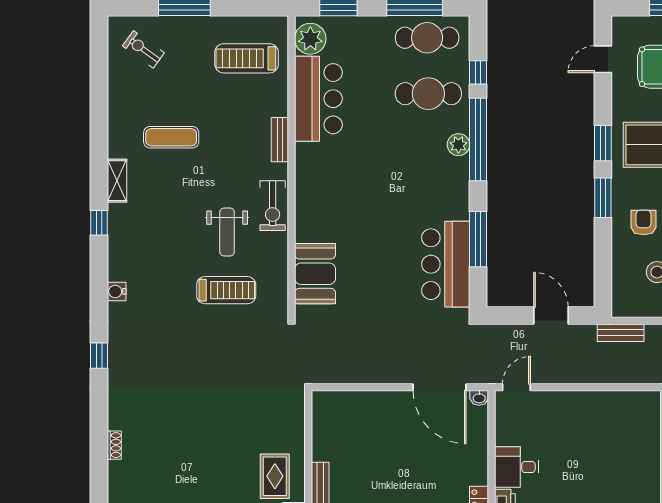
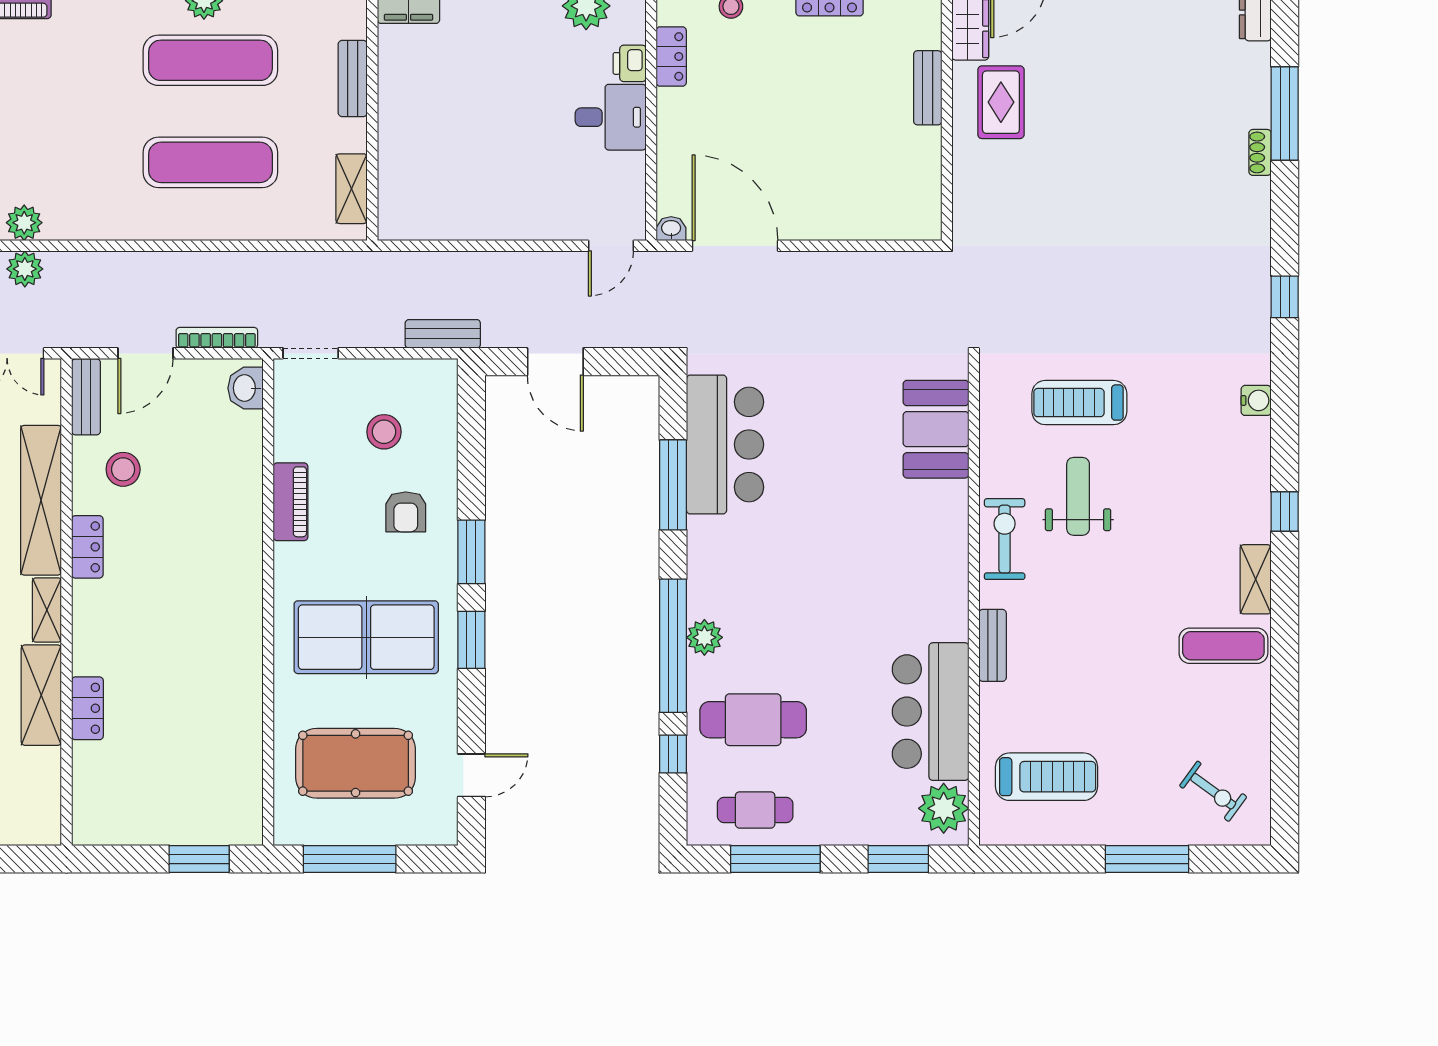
cafe table: (427, 38) -> (755, 810), width x0.73, depth x0.74
exercise mat: (171, 137) -> (1223, 646), moved
window: (99, 469) -> (1285, 113), added

